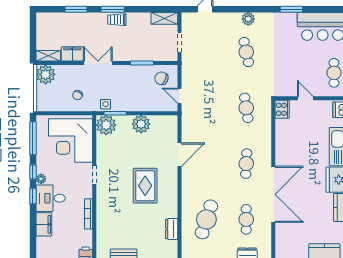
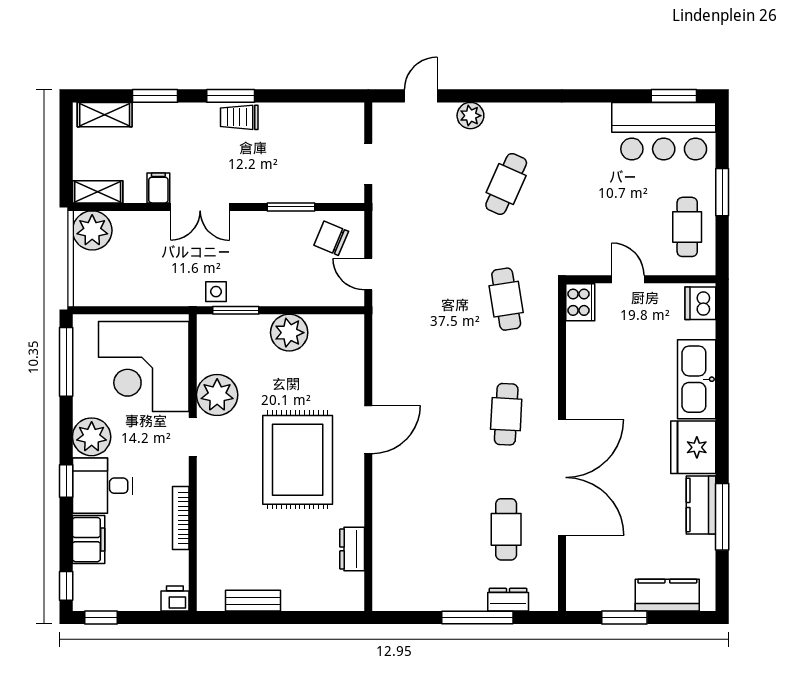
window: (291, 9) -> (674, 96), moved
shelving: (164, 18) -> (105, 115), moved
plant: (248, 19) -> (470, 116), moved
cafe table: (246, 52) -> (506, 184), turned 36
filing cabinet: (72, 54) -> (158, 188), width x0.50
double door: (98, 63) -> (200, 207), swing flipped
chair: (78, 95) -> (158, 273), removed
plant: (106, 125) -> (217, 395), moved
door: (179, 155) -> (368, 429), moved
window: (33, 172) -> (66, 586), moved
plant: (41, 179) -> (92, 437), width x1.88, depth x1.88
rug: (145, 186) -> (298, 460), width x1.37, depth x1.44
cafe table: (206, 219) -> (424, 529), removed

